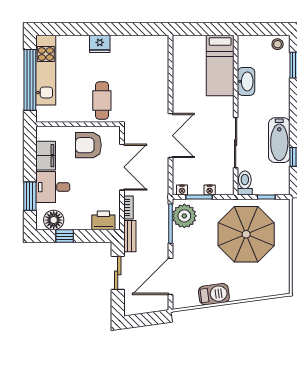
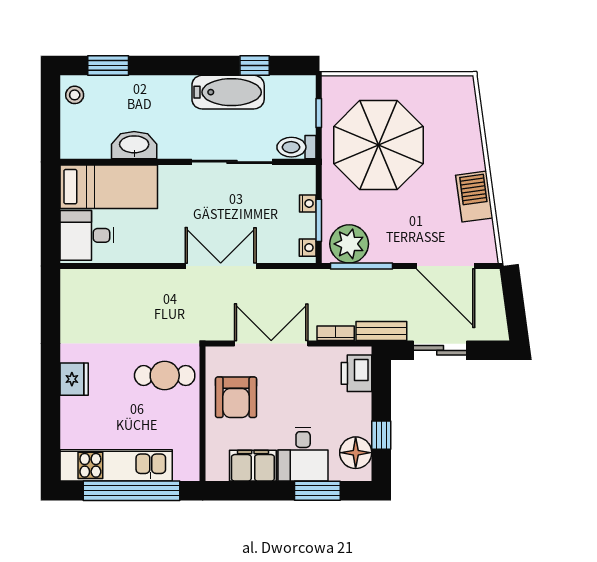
desk: (190, 52) -> (87, 235), added

